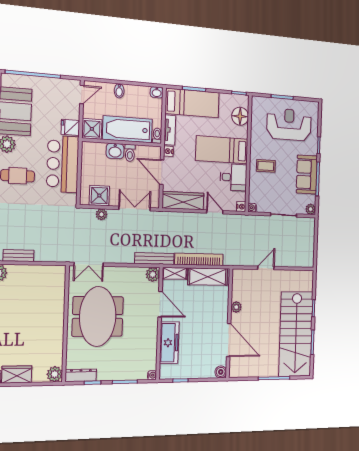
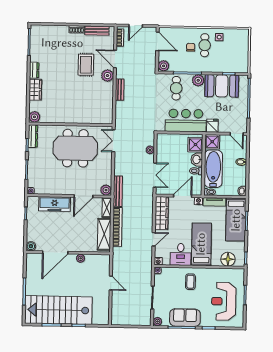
reception desk: (289, 125) -> (224, 301), turned 180
shower: (99, 196) -> (195, 145), moved

